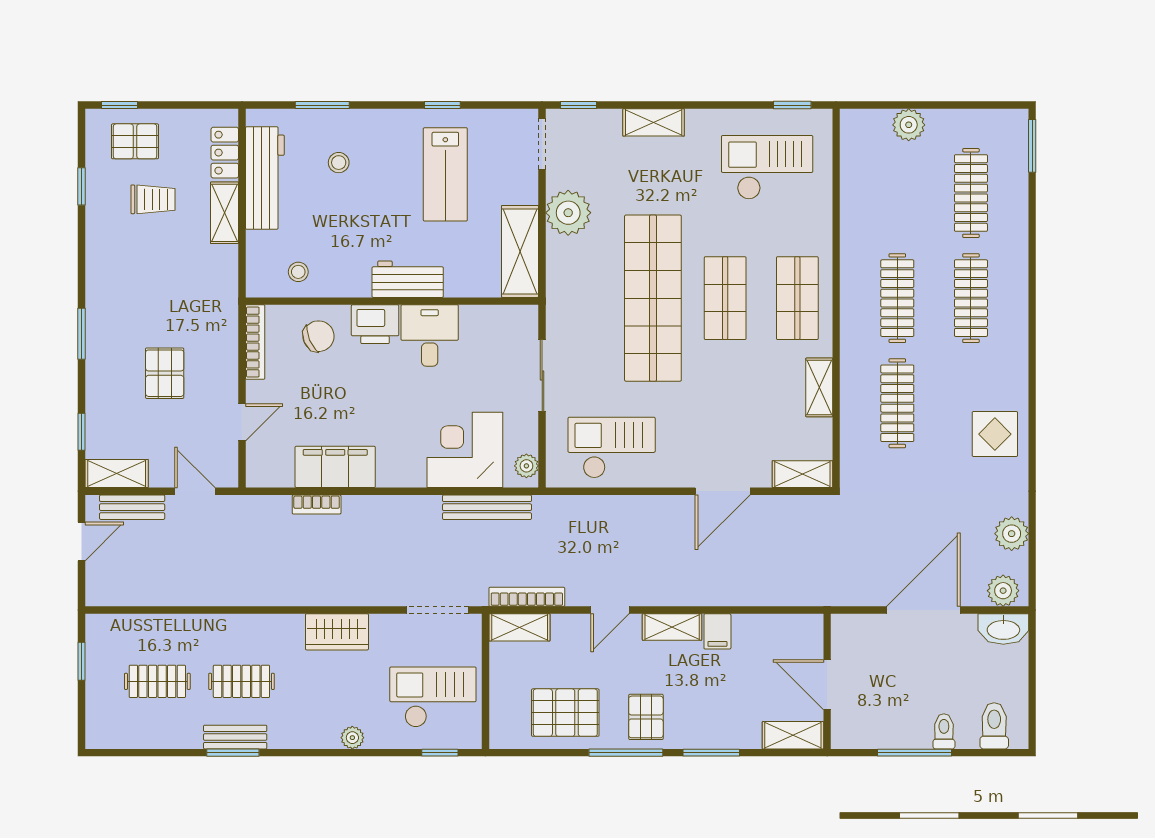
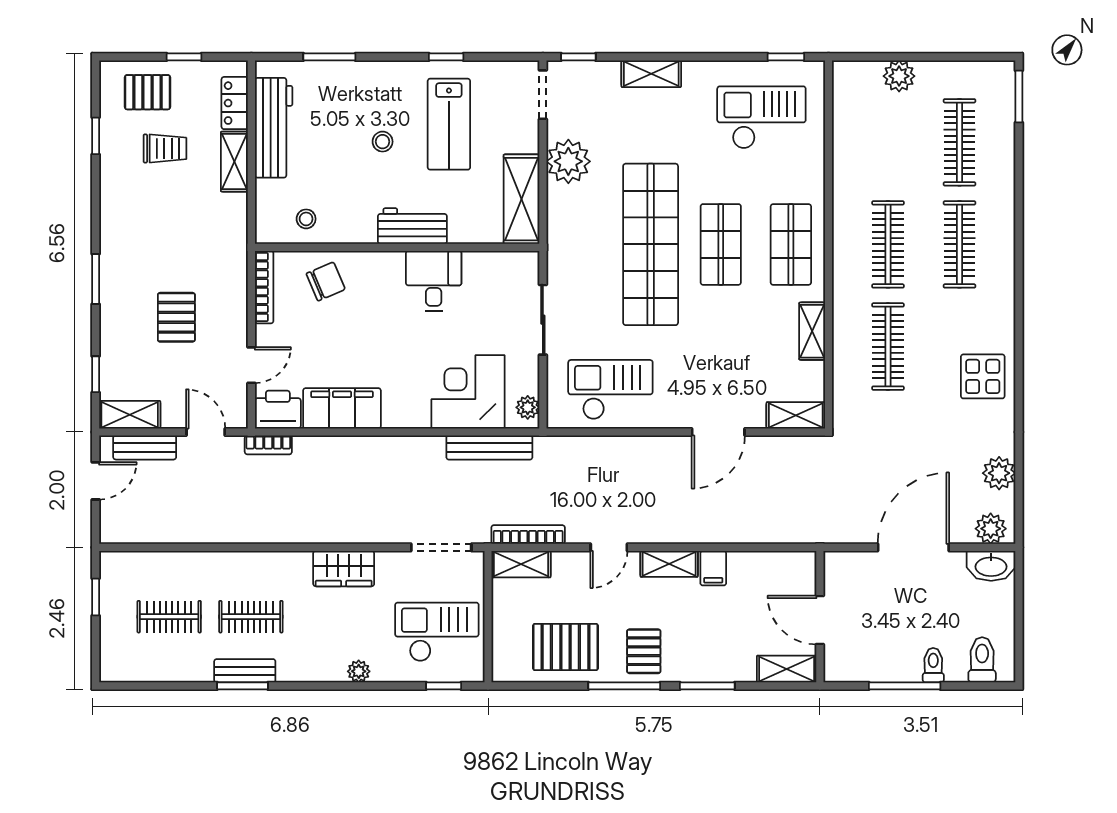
window: (119, 105) -> (184, 57), moved
stool: (339, 163) -> (383, 142), moved
printer: (375, 324) -> (278, 410), moved, turned 180
bookcase: (317, 504) -> (268, 445), moved

